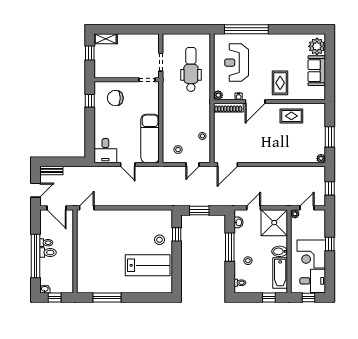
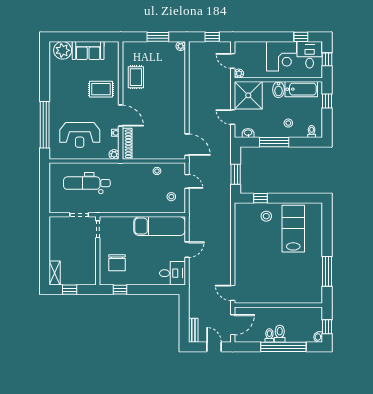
window: (330, 244) -> (301, 37), moved

